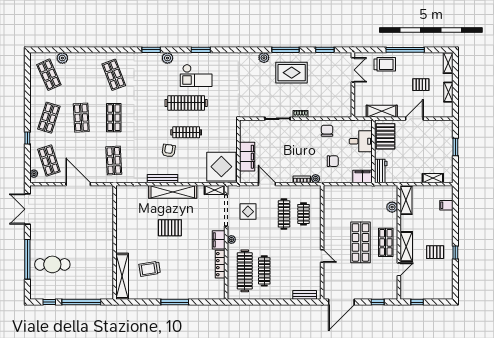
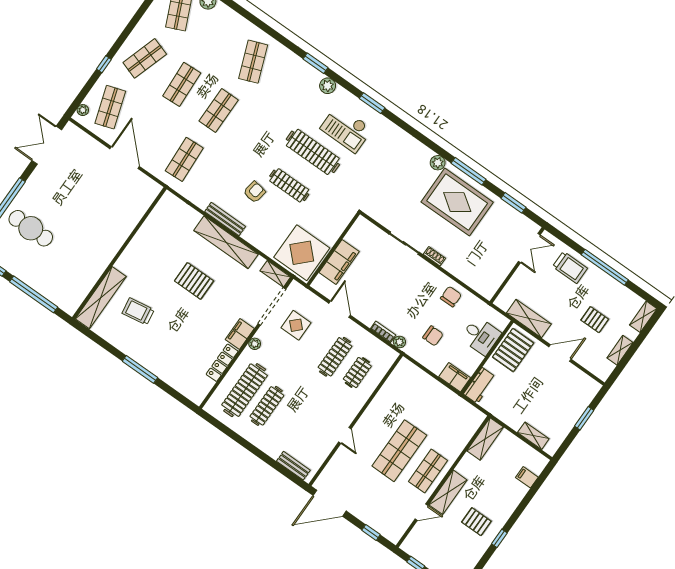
rug: (292, 73) -> (457, 202), width x1.37, depth x1.44
plant: (392, 207) -> (464, 436), removed

